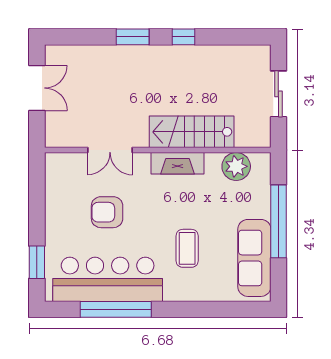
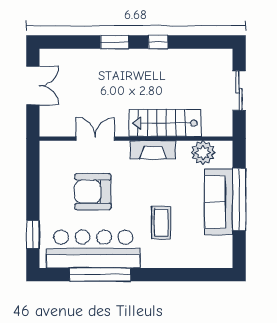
double door: (110, 150) -> (95, 139), swing flipped
armchair: (107, 212) -> (93, 192), width x1.36, depth x1.36
sofa: (254, 258) -> (219, 202), moved

